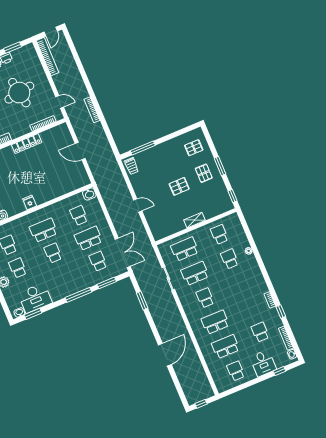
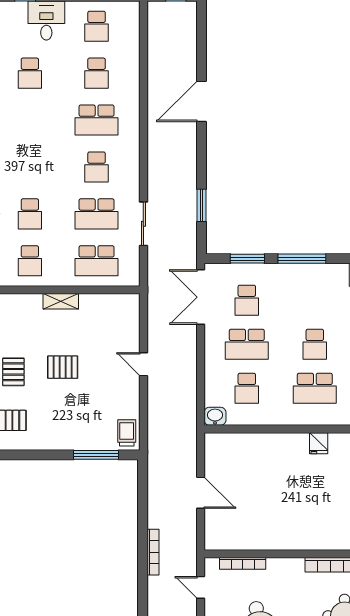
locker: (27, 144) -> (283, 542), removed
school desk: (226, 347) -> (97, 73), width x0.54

